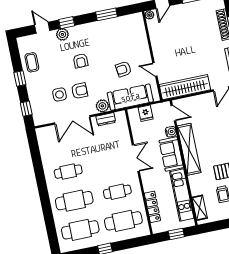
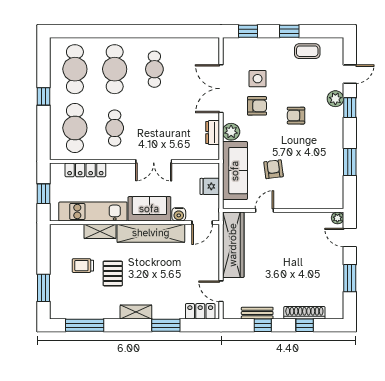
armchair: (79, 91) -> (257, 106), turned -90
shelving: (200, 208) -> (100, 231), moved

